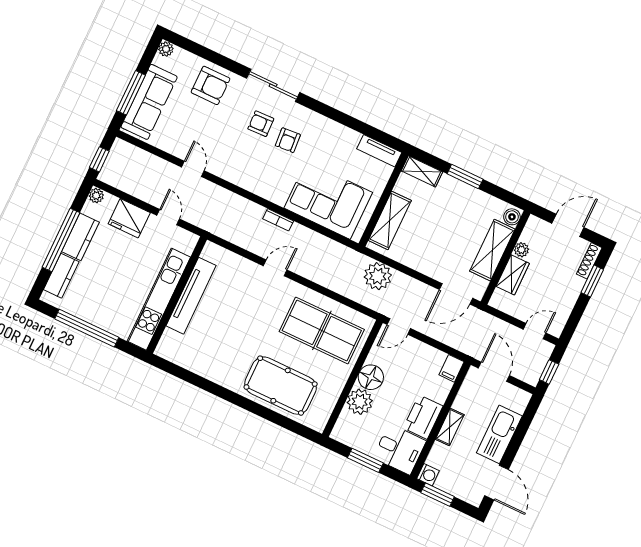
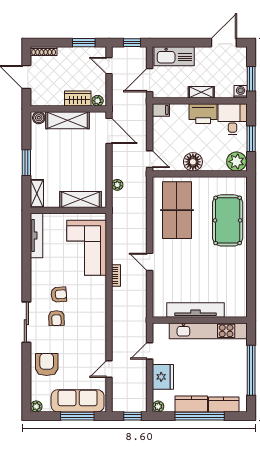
tv unit: (379, 151) -> (37, 236), width x1.41
door: (193, 169) -> (109, 369), moved
plant: (521, 250) -> (98, 101), moved
plant: (378, 276) -> (117, 185), width x0.53, depth x0.53
window: (592, 281) -> (84, 43), moved
plant: (360, 402) -> (236, 162), moved
kitchen sink: (499, 434) -> (174, 56), moved

